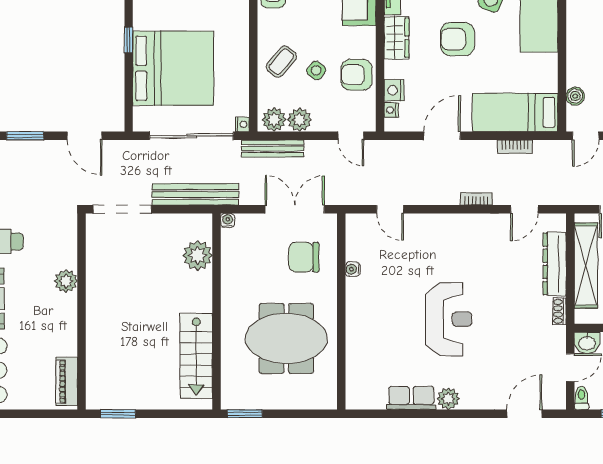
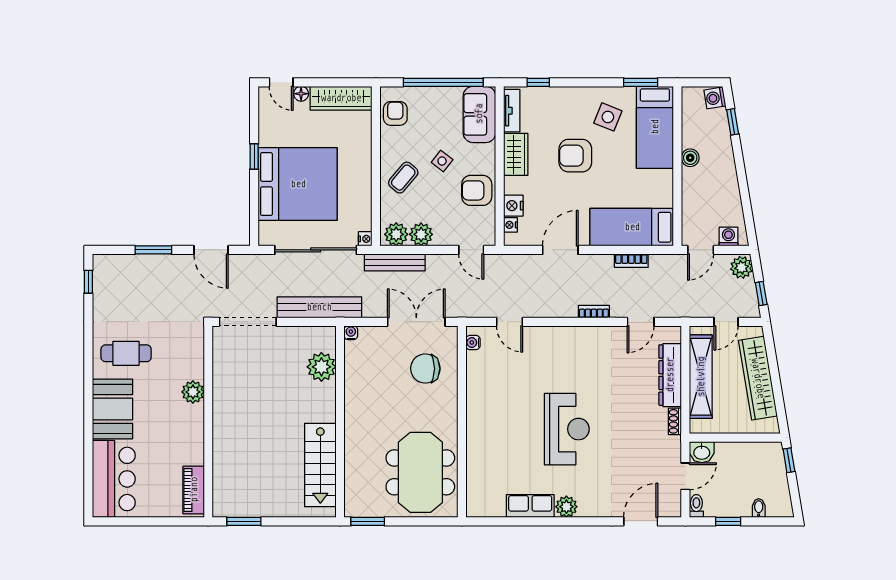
side table: (316, 71) -> (442, 161), moved
boiler: (575, 96) -> (690, 158), moved
water cooler: (353, 269) -> (473, 342), moved
meeting table: (286, 338) -> (420, 472), moved, turned 90

